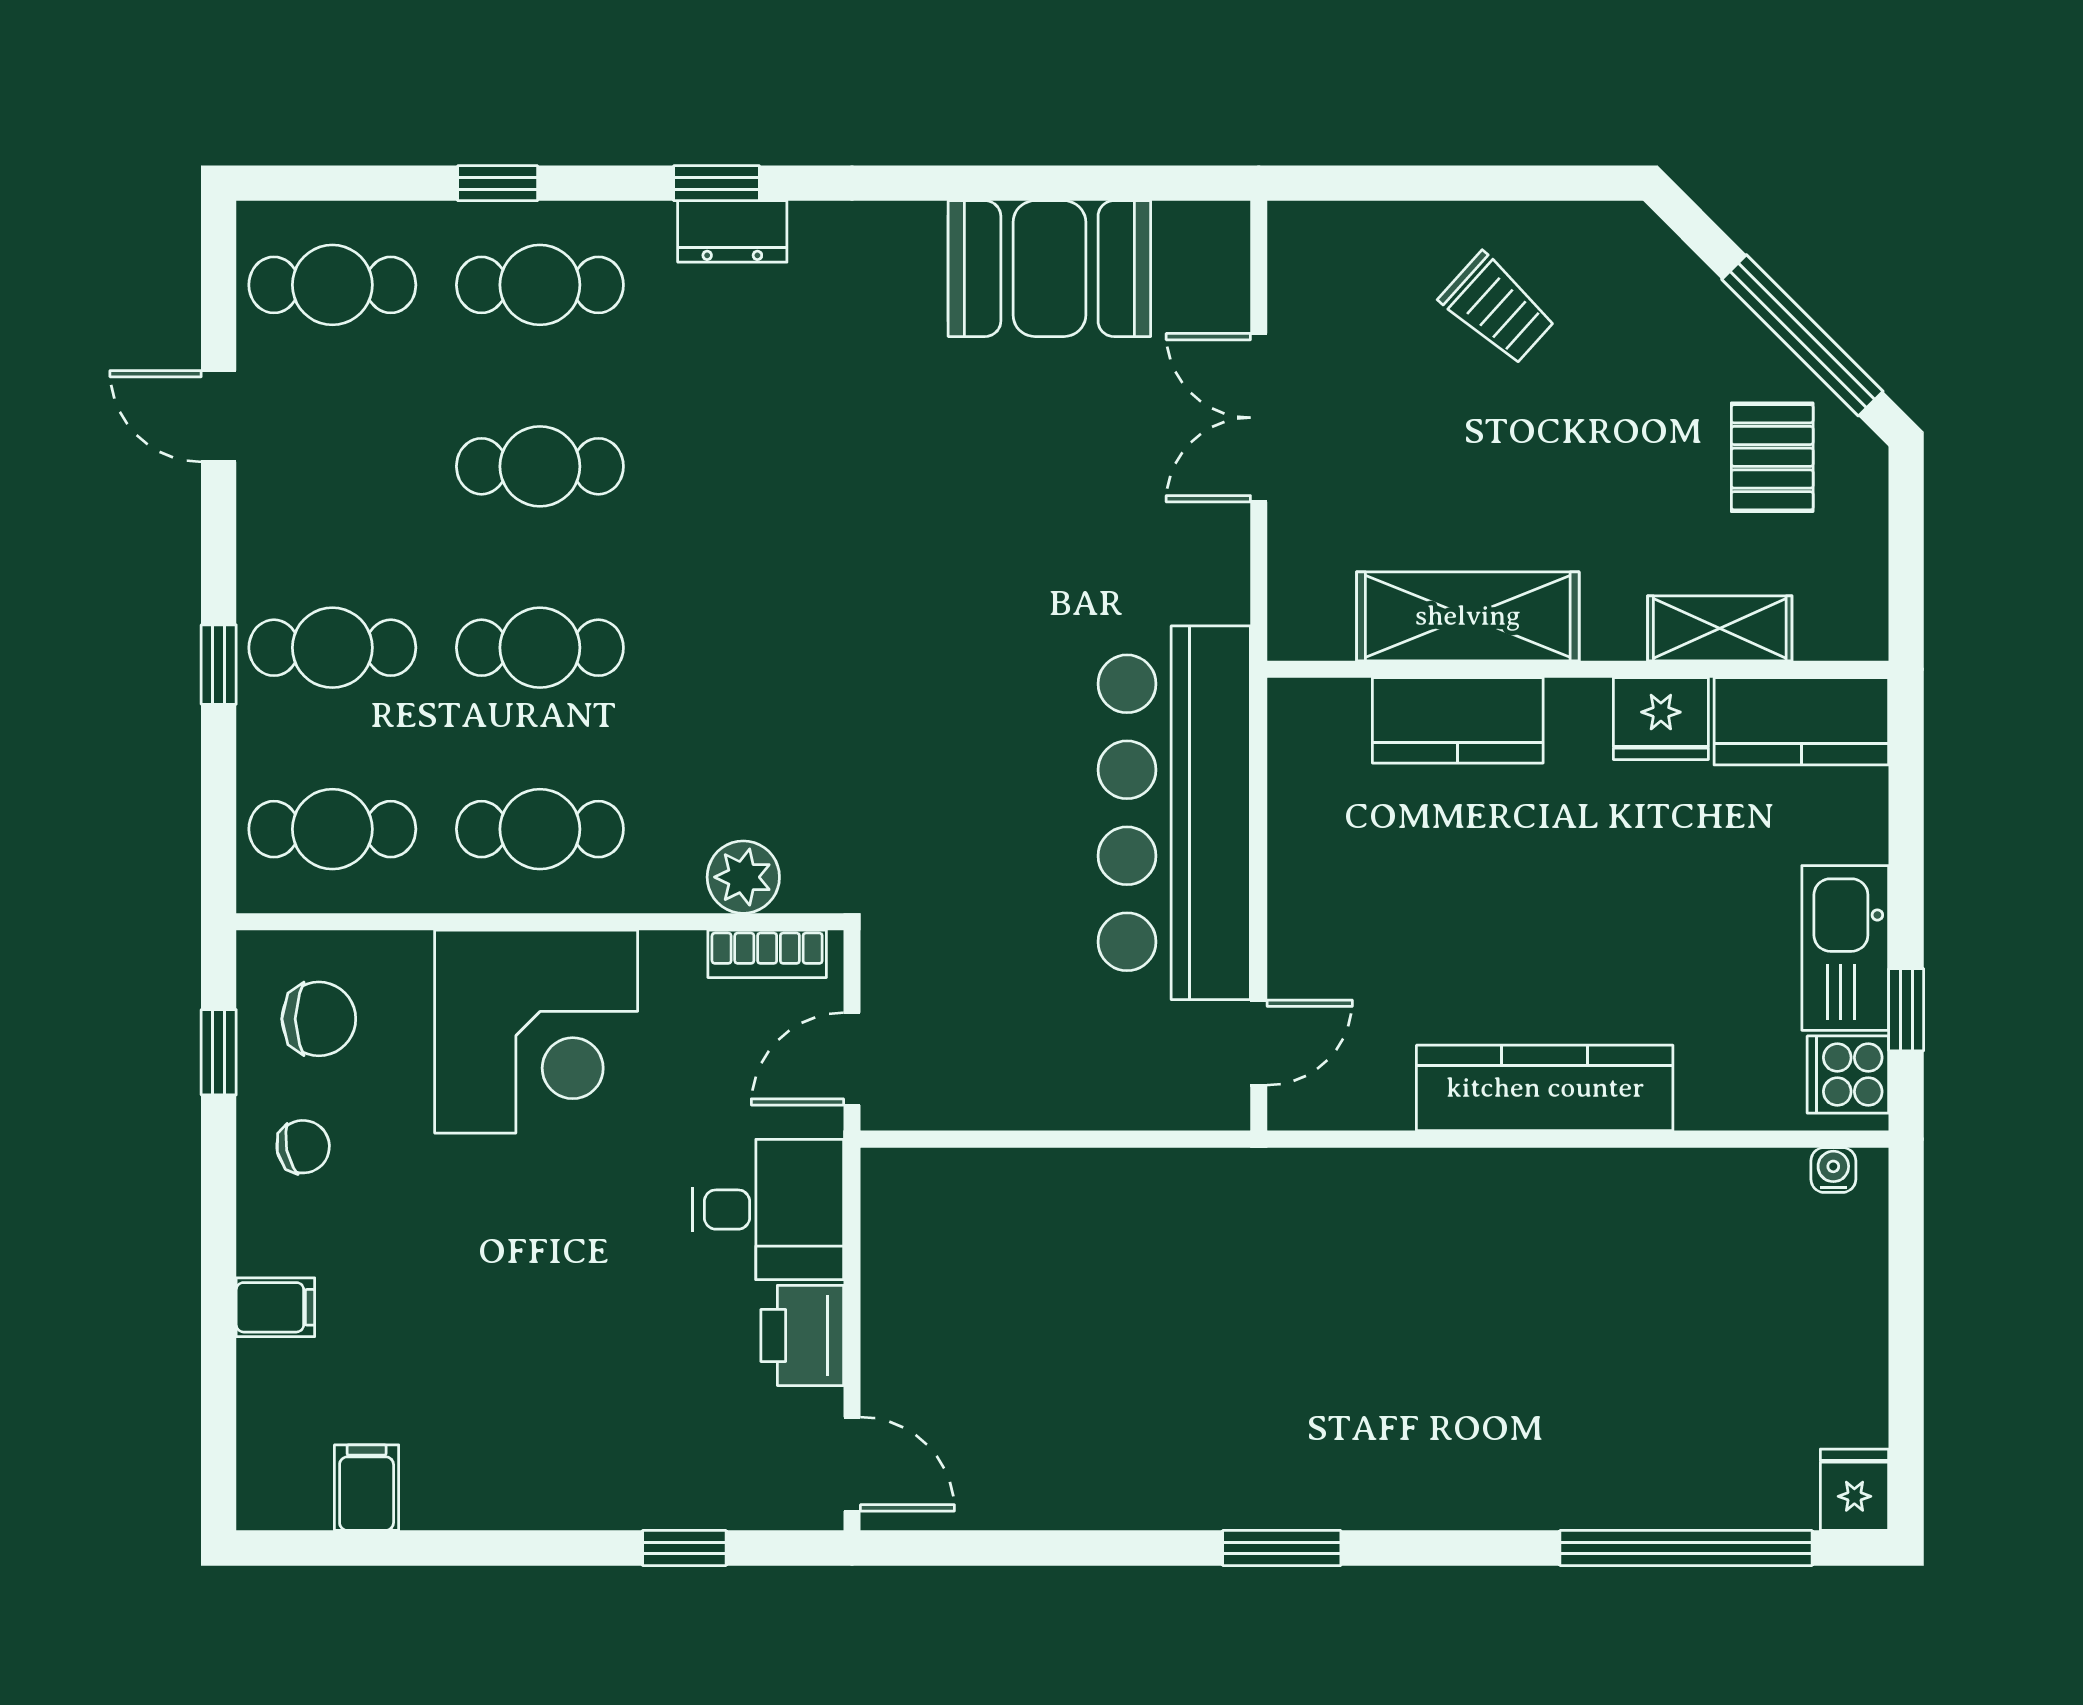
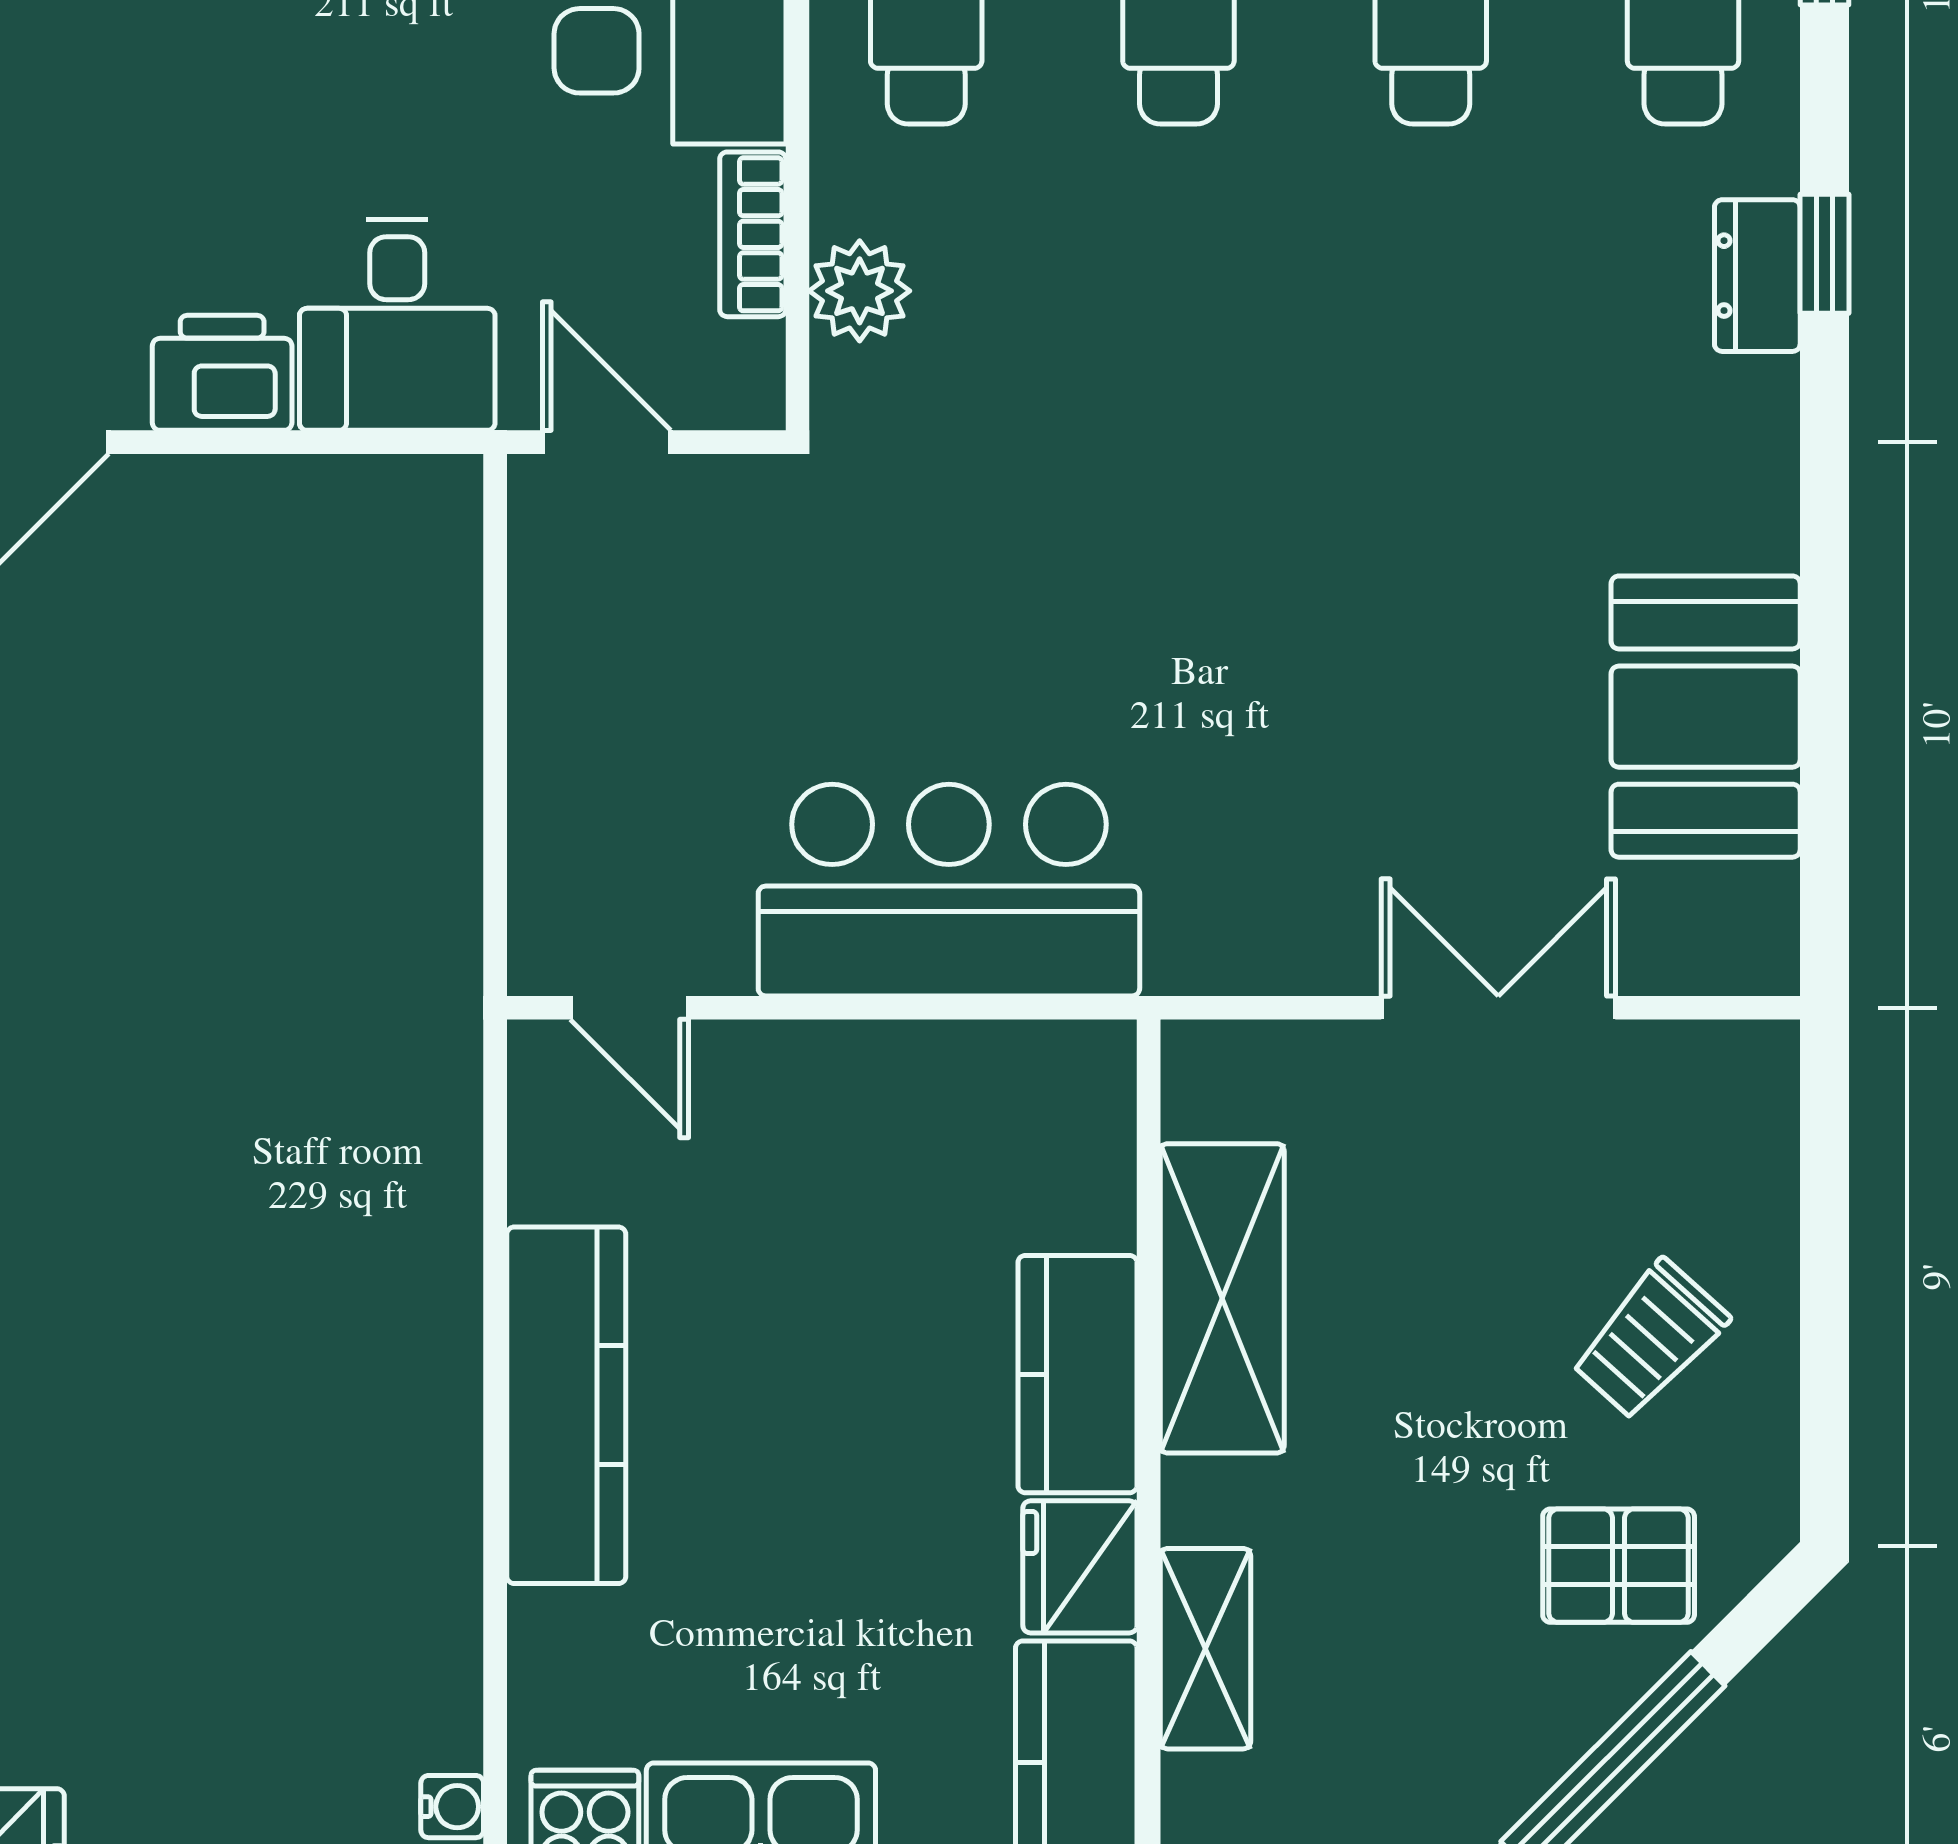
pallet: (1772, 457) -> (1619, 1566), moved
kitchen counter: (1458, 720) -> (1077, 1374), moved
bar counter: (1174, 813) -> (949, 890), width x0.73
bookcase: (767, 954) -> (753, 234), moved

